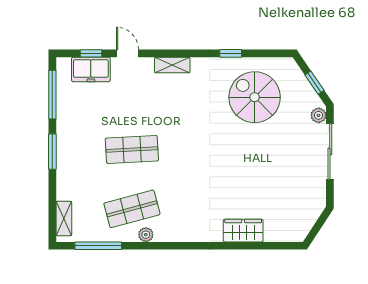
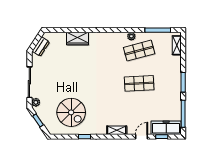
door: (127, 53) -> (142, 137), swing flipped
freezer: (91, 69) -> (166, 128), width x1.40
dresser: (309, 216) -> (41, 47), added

